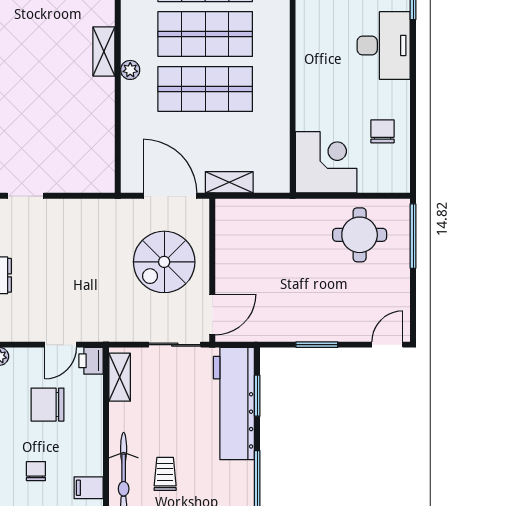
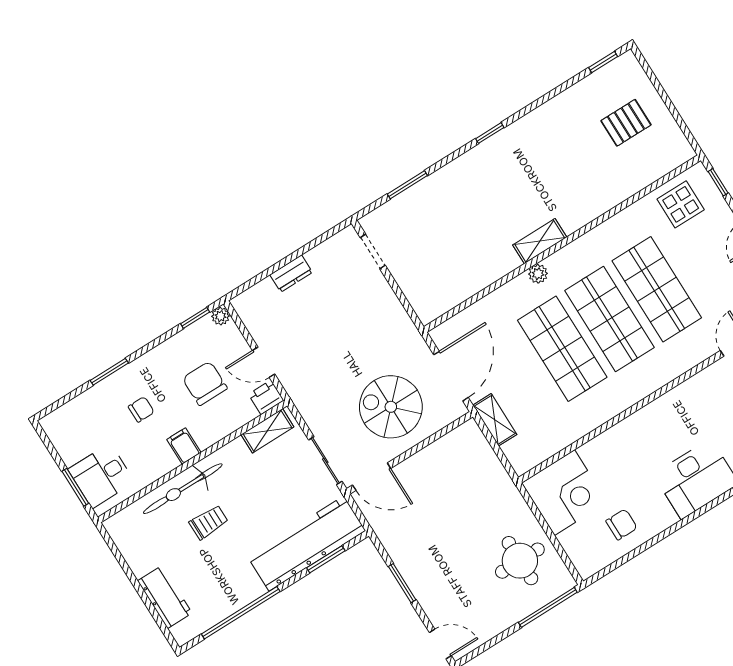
filing cabinet: (89, 488) -> (184, 446), moved

